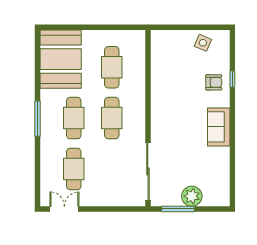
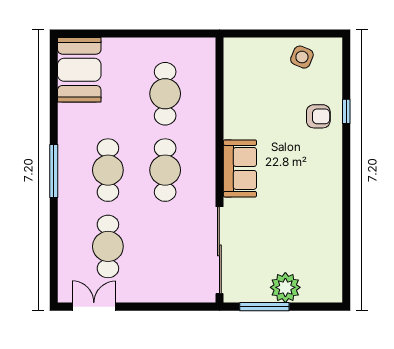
booth: (61, 59) -> (79, 70), width x0.73, depth x0.70
sofa: (219, 127) -> (240, 168), moved, turned 180

